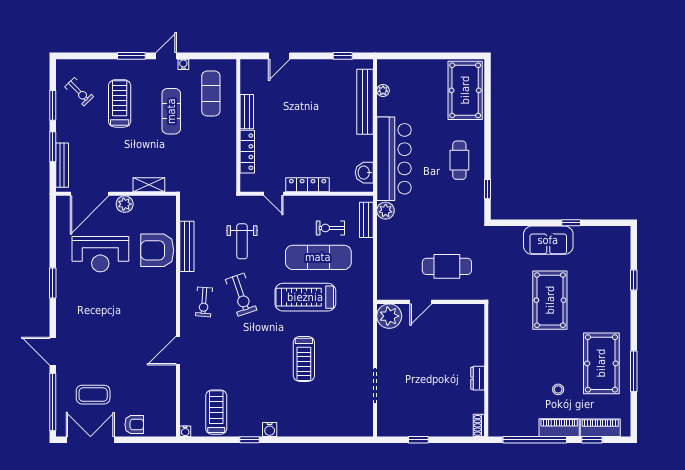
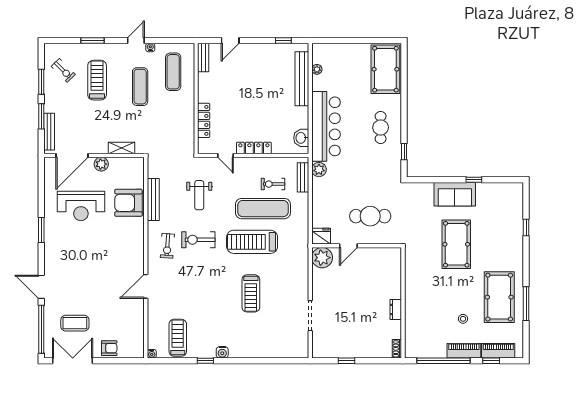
window: (131, 56) -> (93, 40), moved
bench: (247, 112) -> (203, 57), moved
fridge: (388, 290) -> (321, 236), added
exercise bike: (241, 295) -> (198, 240), turned 109

